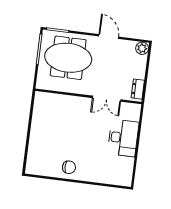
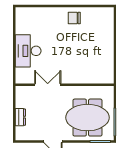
plant: (142, 48) -> (21, 135), removed
dresser: (138, 89) -> (20, 117), moved

